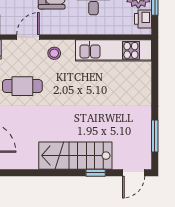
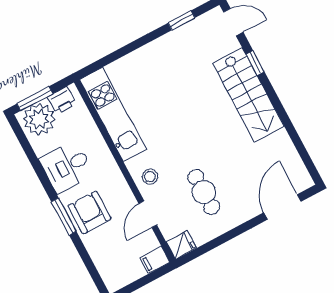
door: (28, 37) -> (148, 214), hinge flipped
window: (155, 136) -> (181, 20), width x0.67

